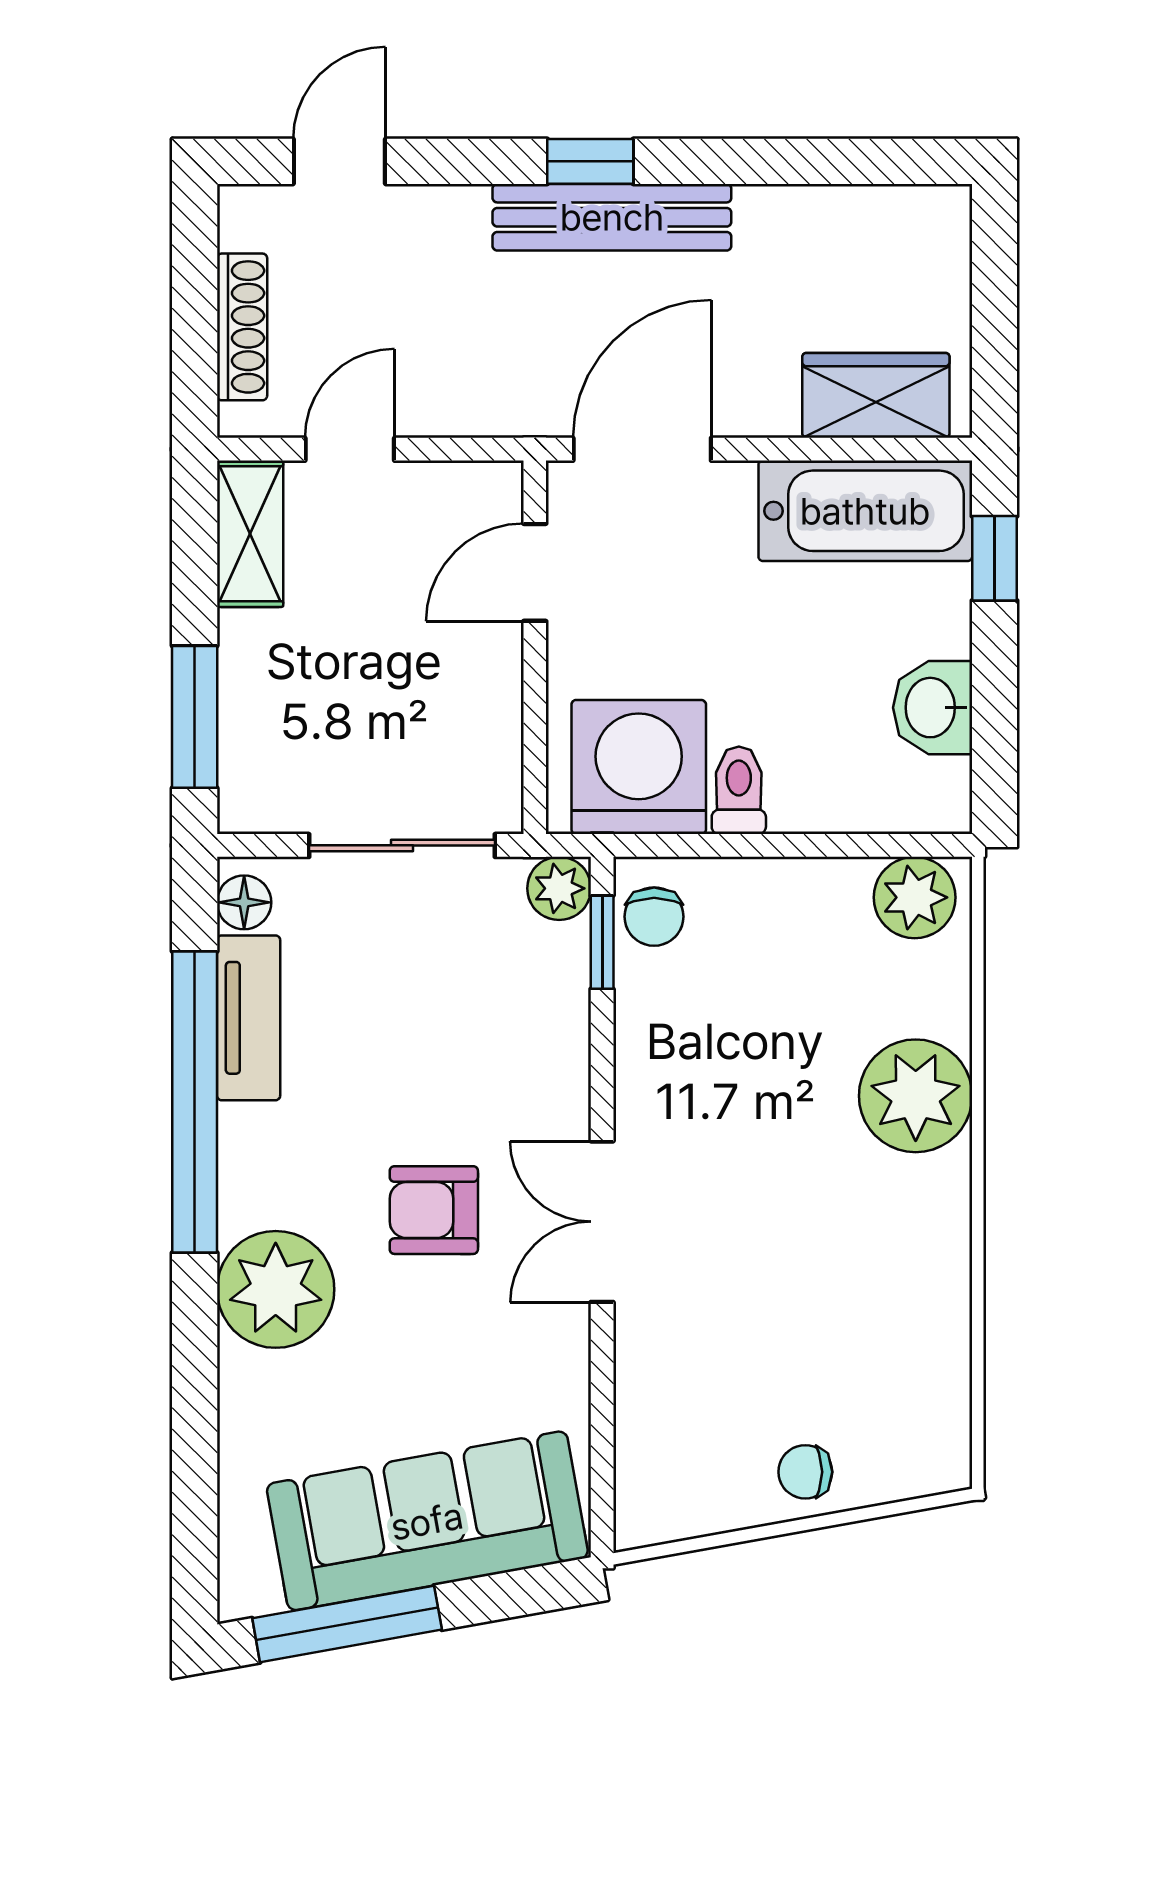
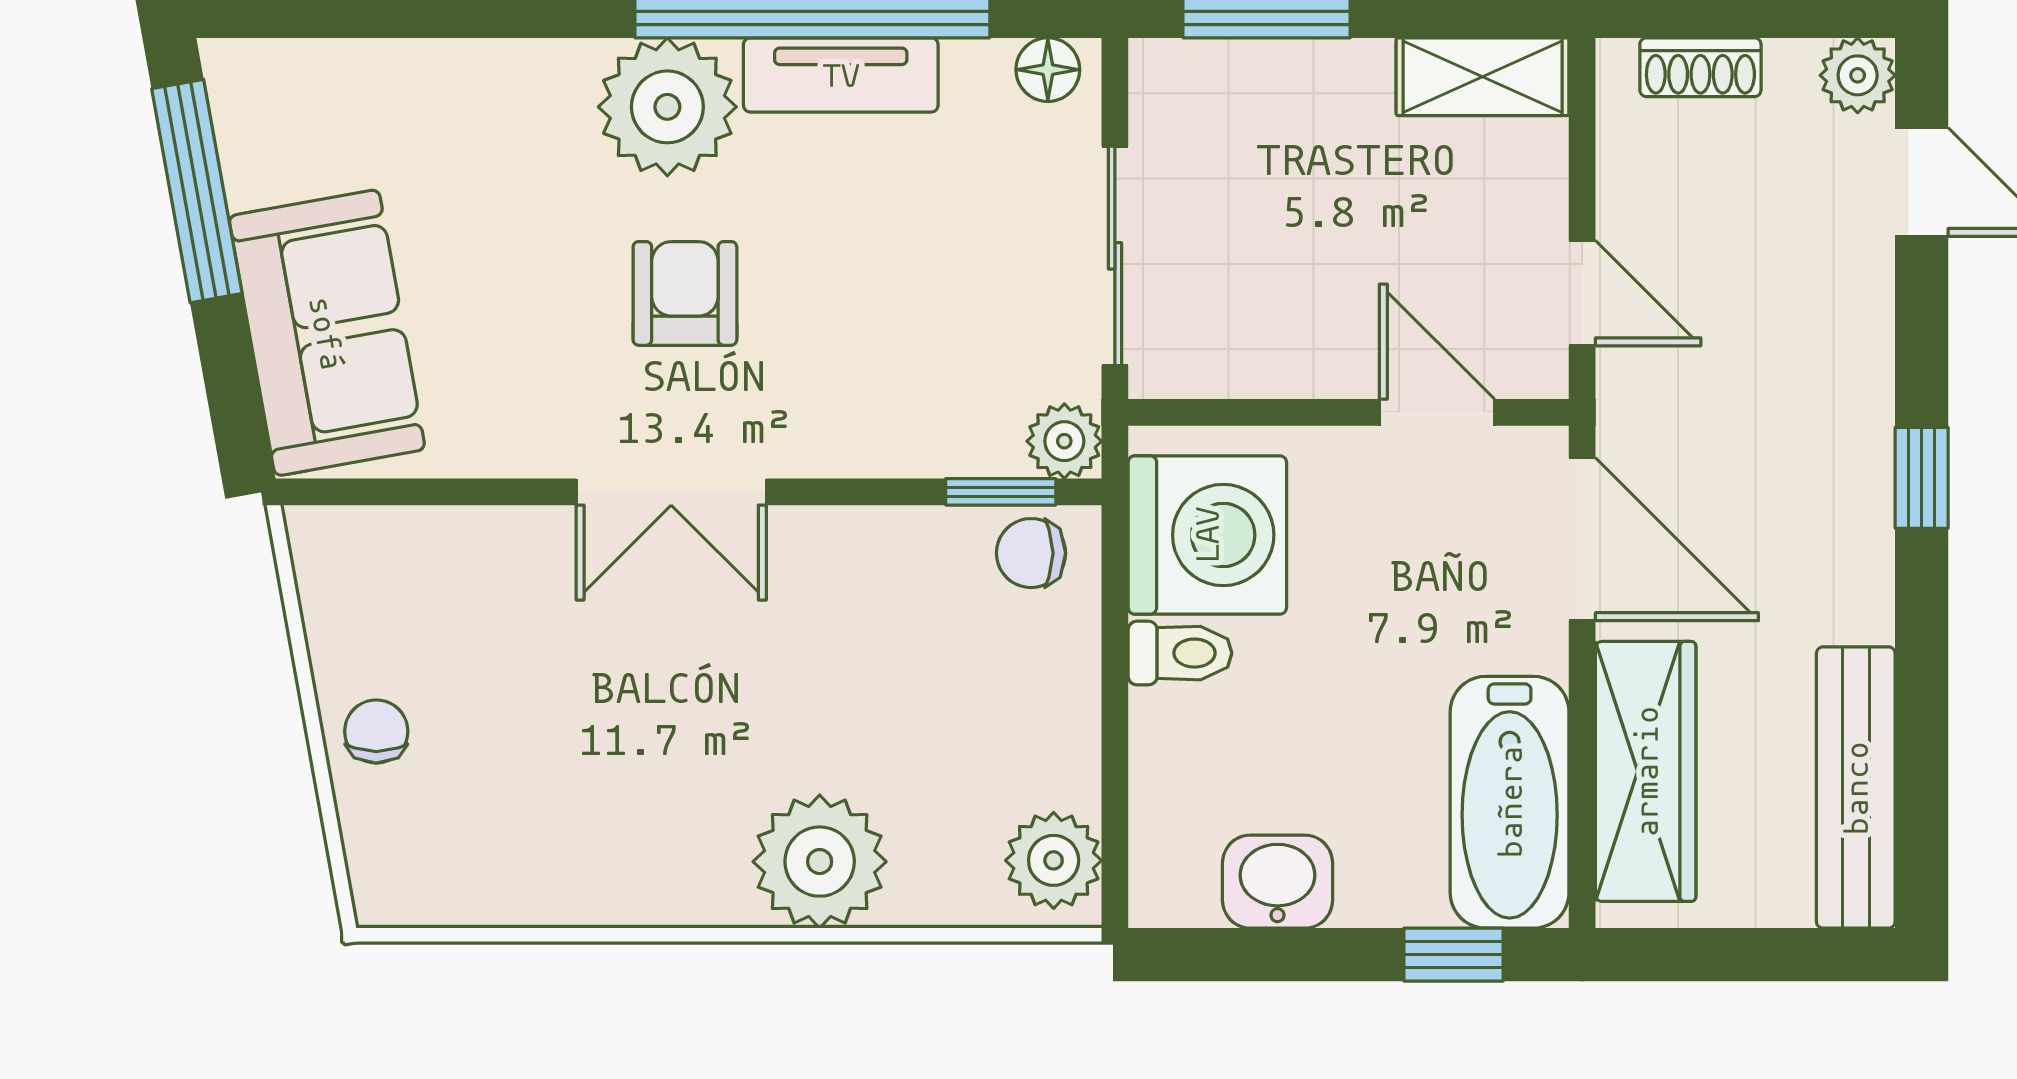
plant: (249, 216) -> (1858, 75), added
bench: (612, 217) -> (1856, 788), moved
shoe rack: (242, 327) -> (1700, 67), width x0.70
wardrobe: (876, 395) -> (1646, 771), width x1.50
door: (350, 449) -> (1582, 293), moved
tv unit: (249, 1018) -> (841, 75), moved
double door: (602, 1222) -> (671, 492), swing flipped
plant: (276, 1289) -> (667, 107), moved
sofa: (427, 1521) -> (327, 333), width x0.73

